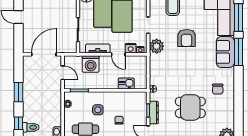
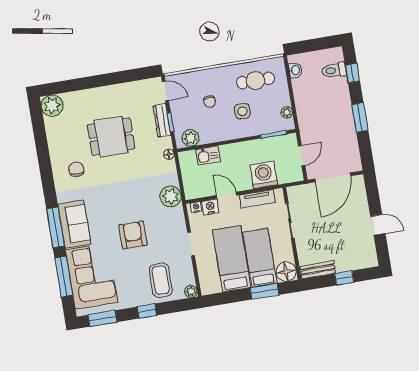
plant: (157, 46) -> (171, 196), moved
door: (63, 73) -> (302, 156), swing flipped
plant: (136, 97) -> (191, 138), added

